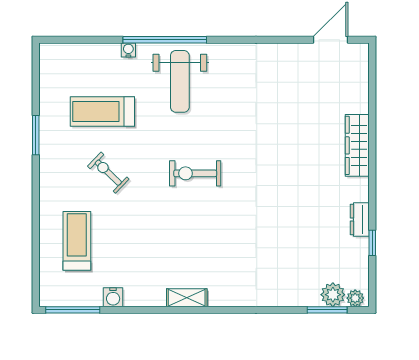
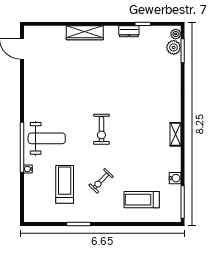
treadmill: (102, 111) -> (65, 184), turned 180

